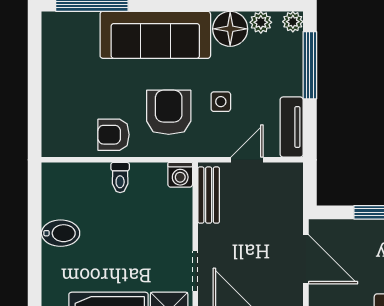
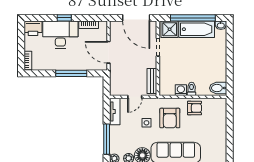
washing machine: (180, 175) -> (181, 90), moved
bidet: (61, 233) -> (218, 88), moved

